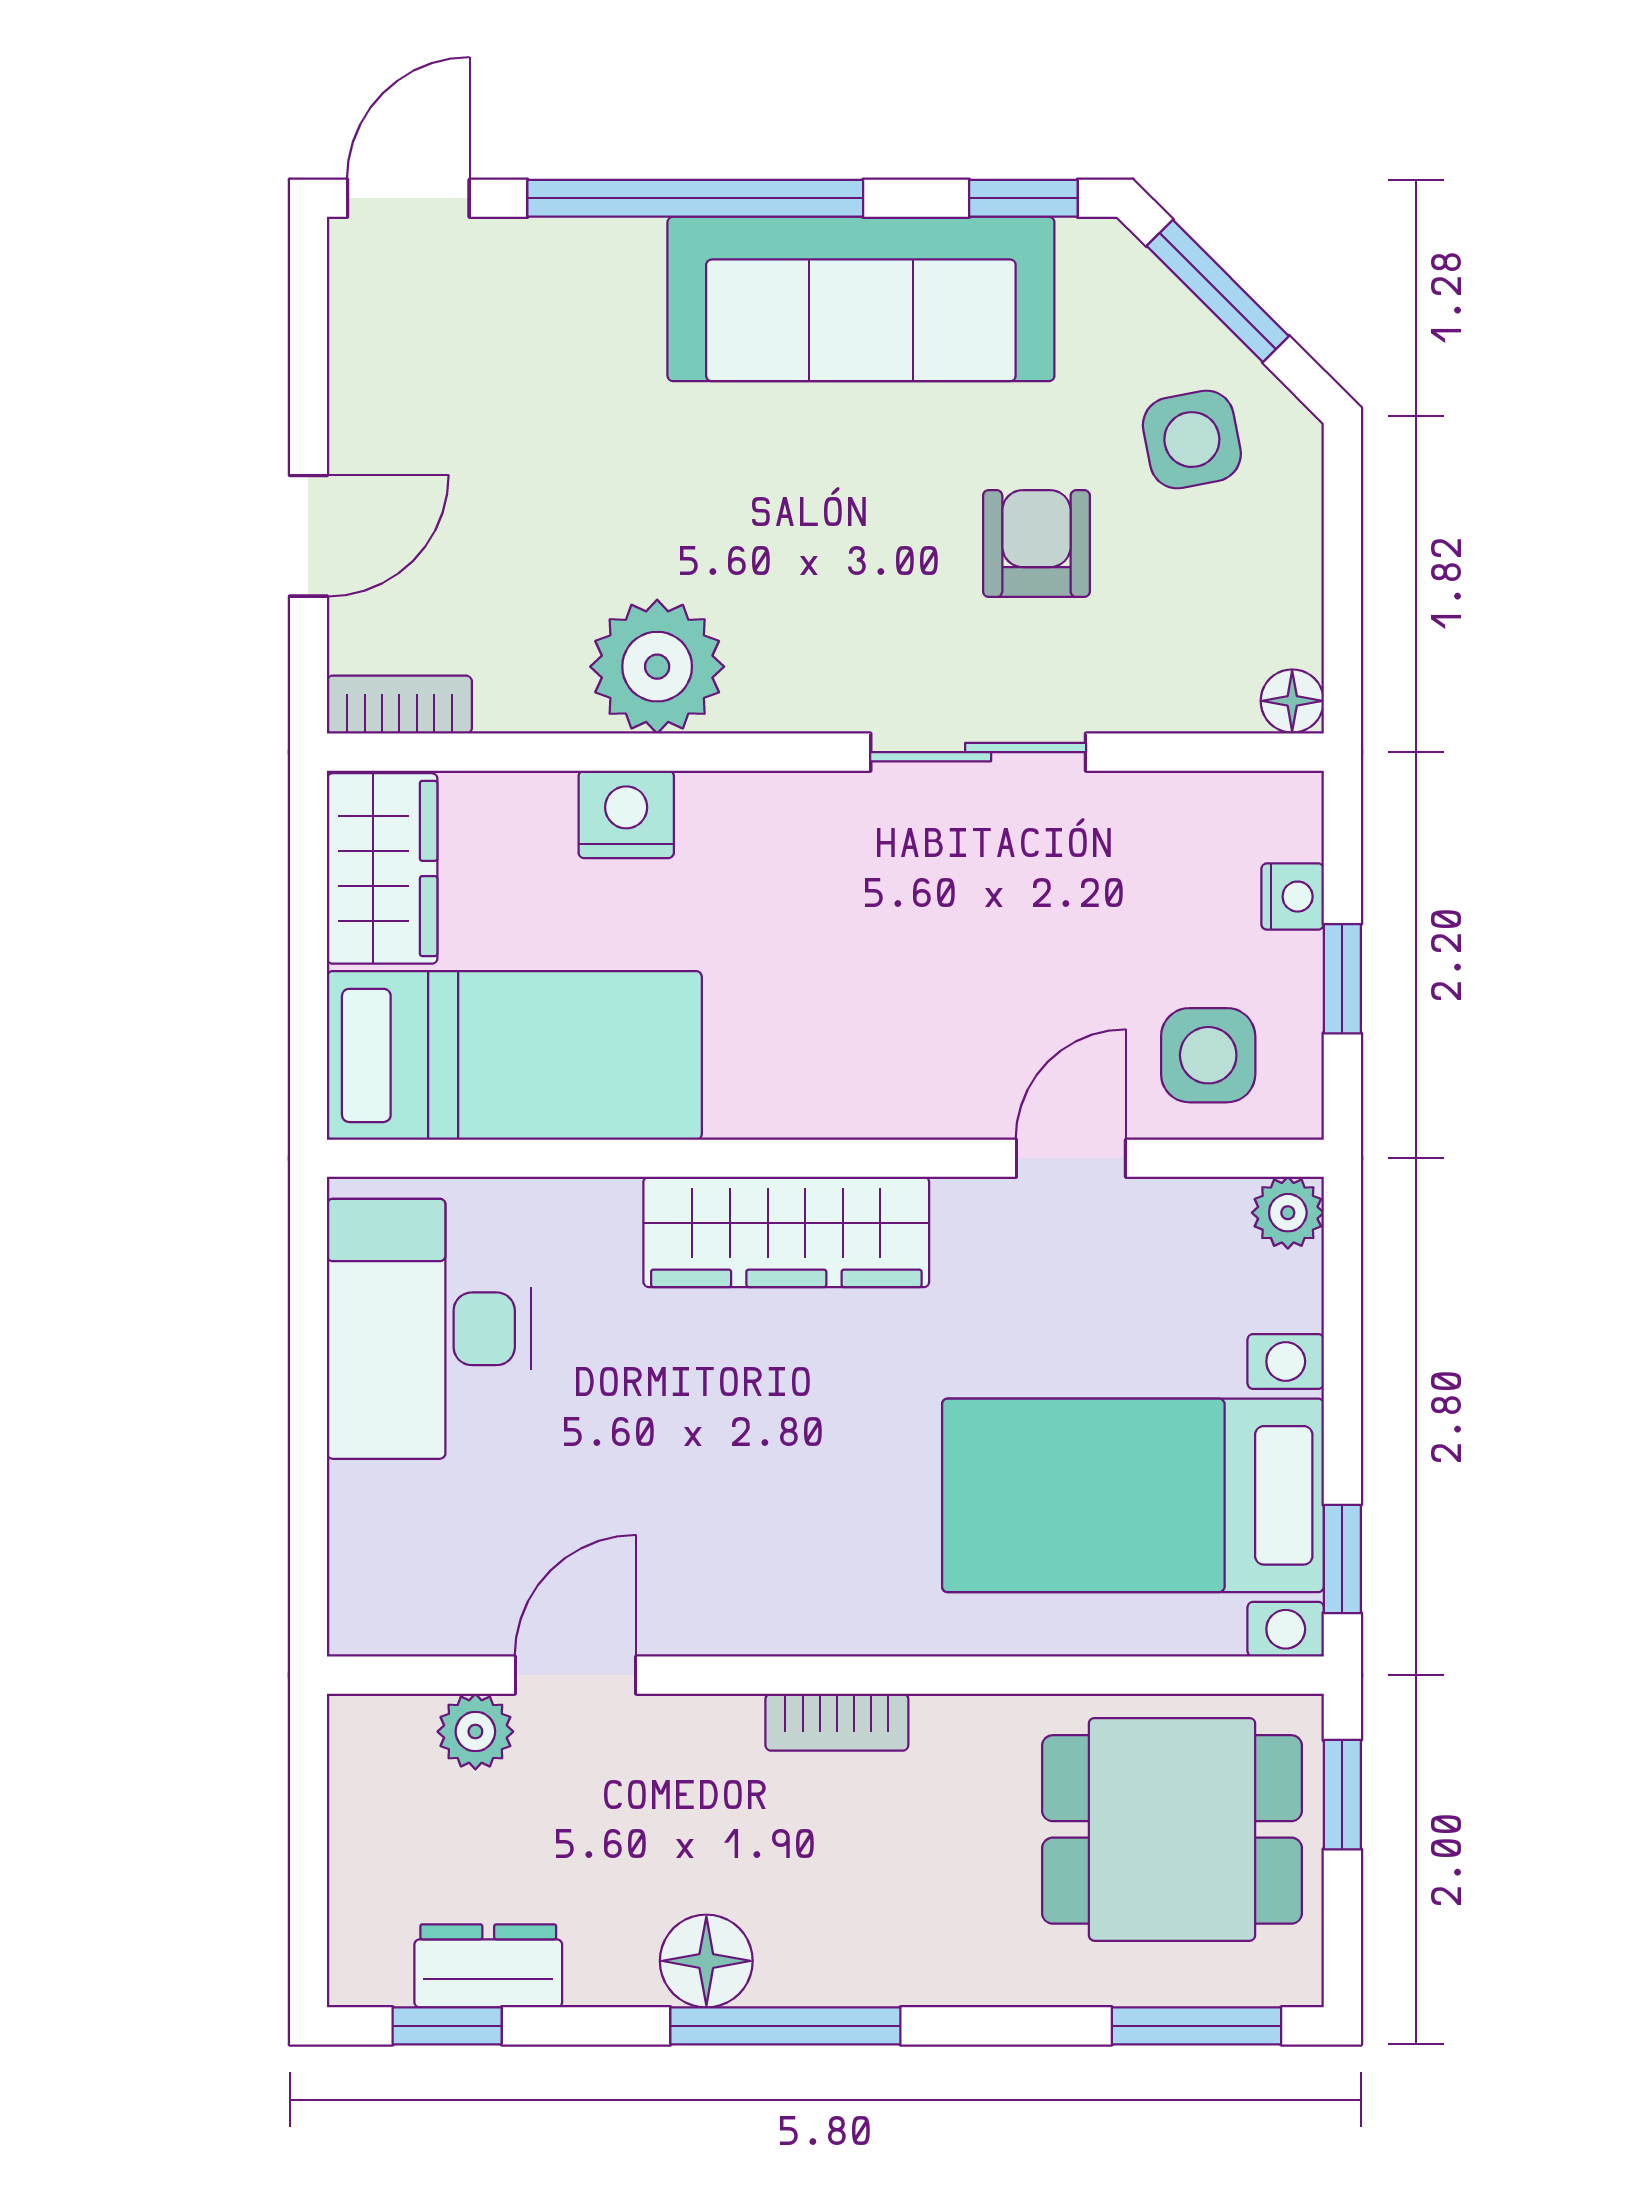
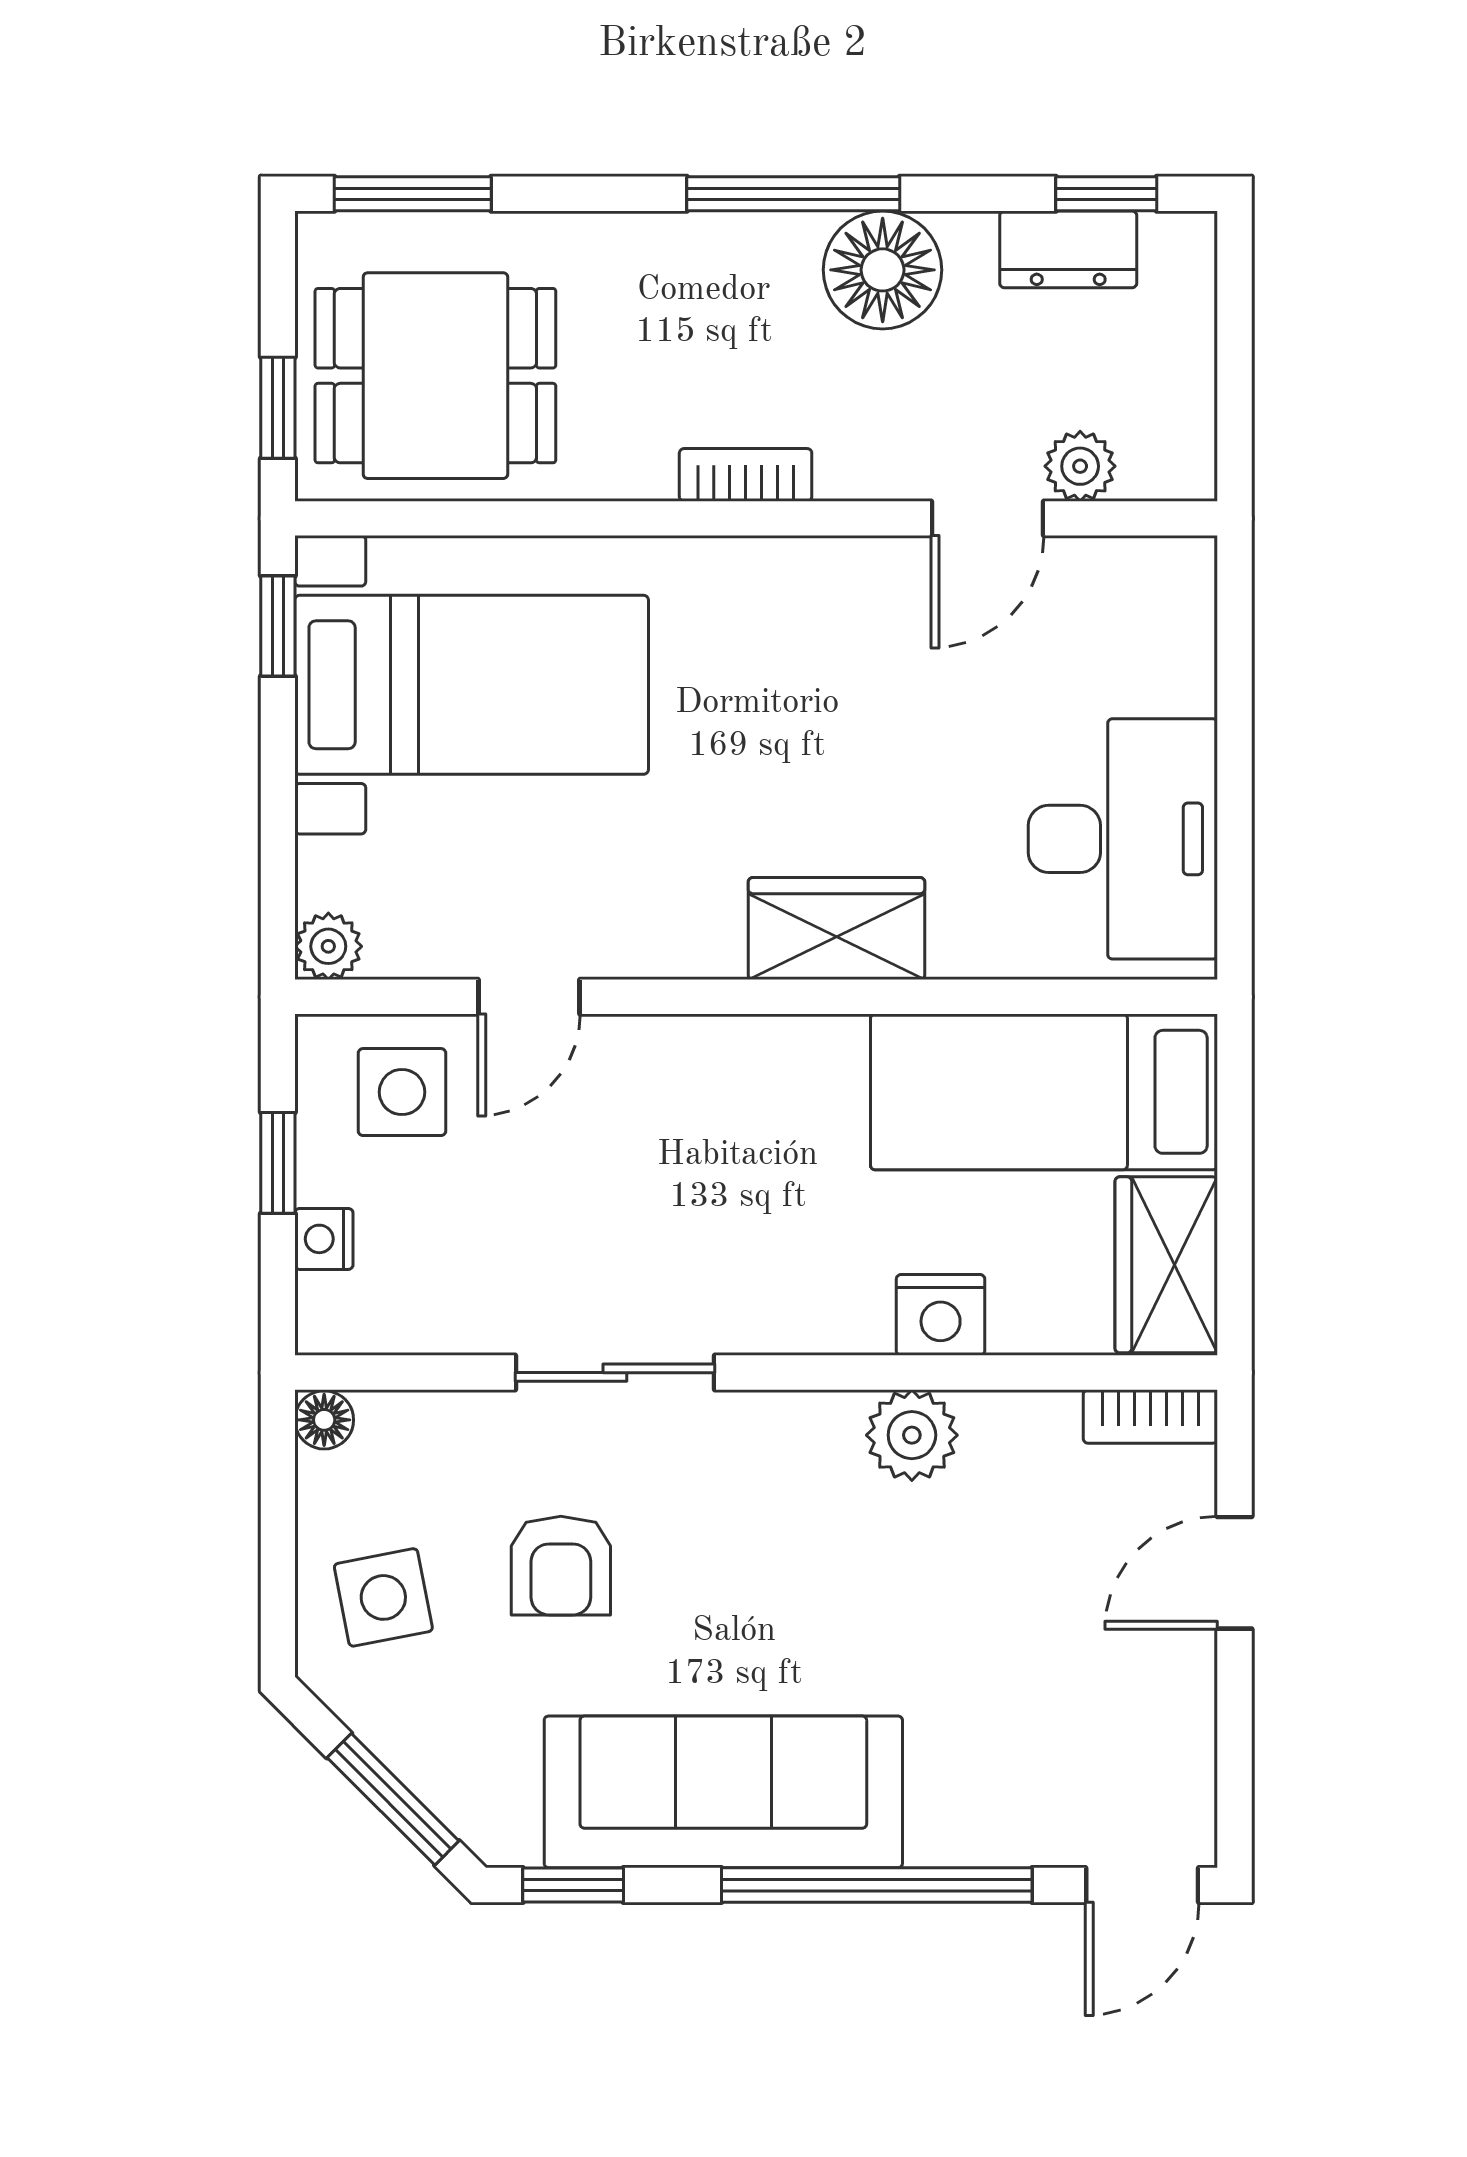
side table: (1192, 440) -> (383, 1597), moved
plant: (657, 667) -> (912, 1435), width x0.73, depth x0.73
wardrobe: (786, 1232) -> (836, 929), width x0.67
floor lamp: (706, 1961) -> (883, 270), width x1.38, depth x1.38

